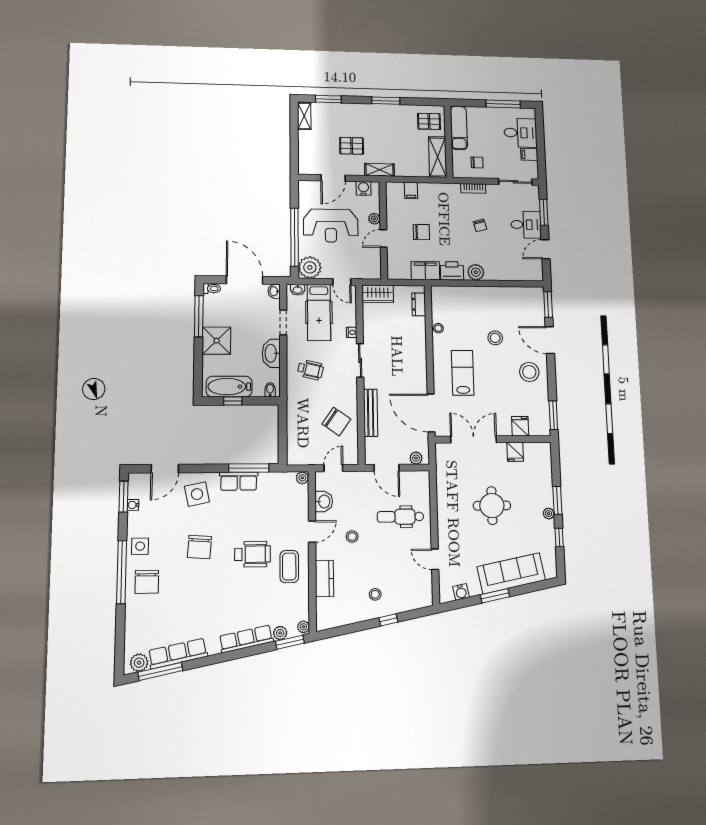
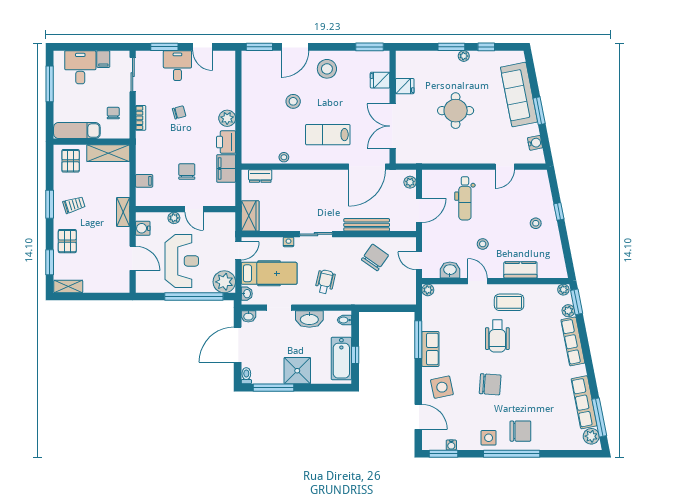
trolley: (386, 123) -> (74, 205), added
pallet: (352, 146) -> (67, 241), moved
wheelchair: (253, 554) -> (497, 336), turned 180

